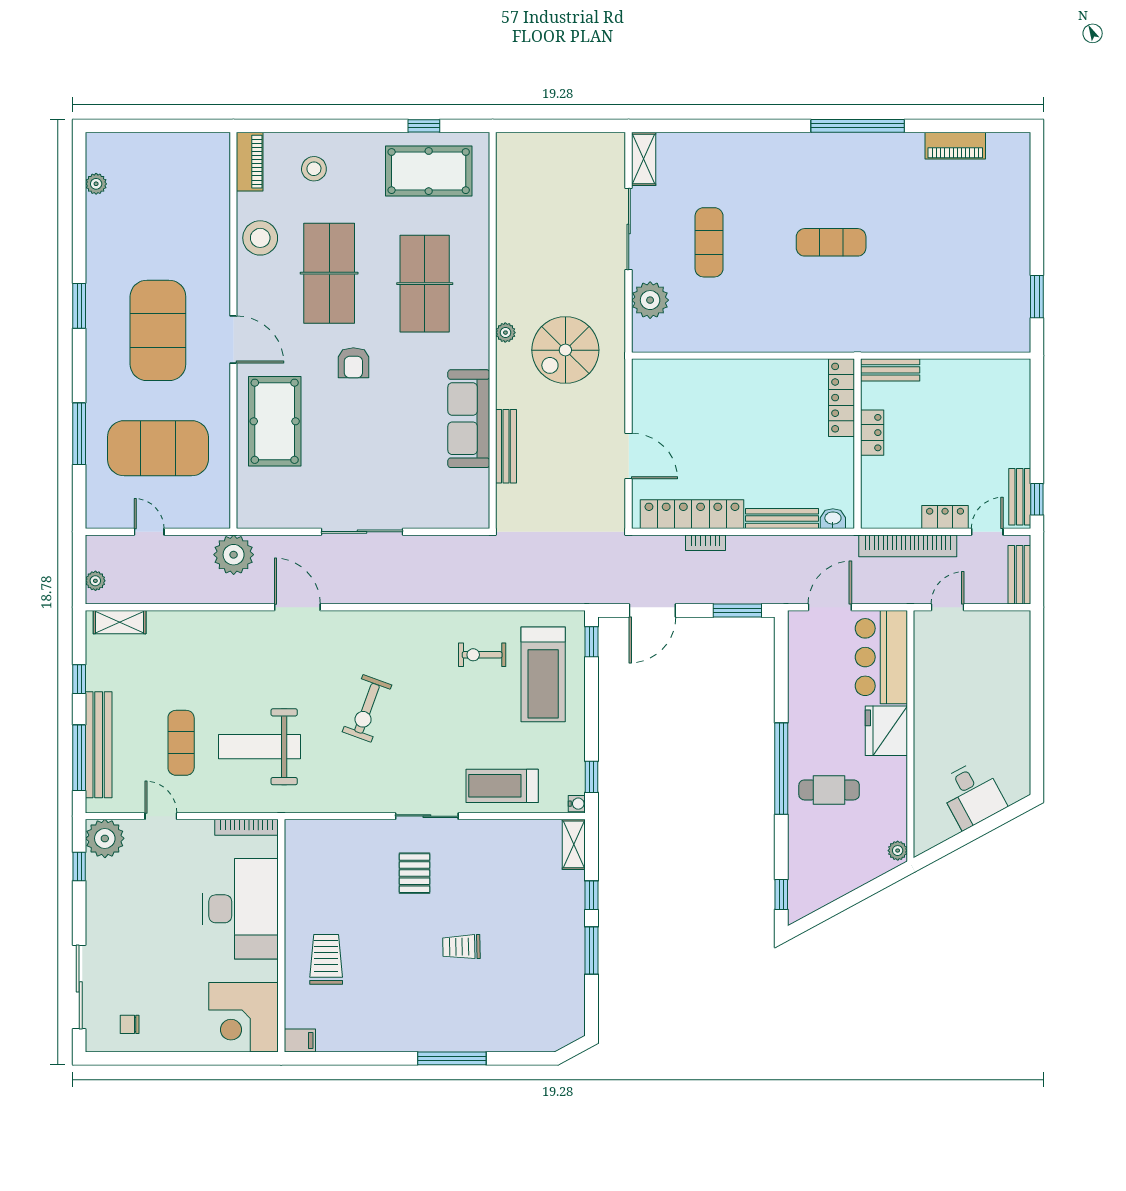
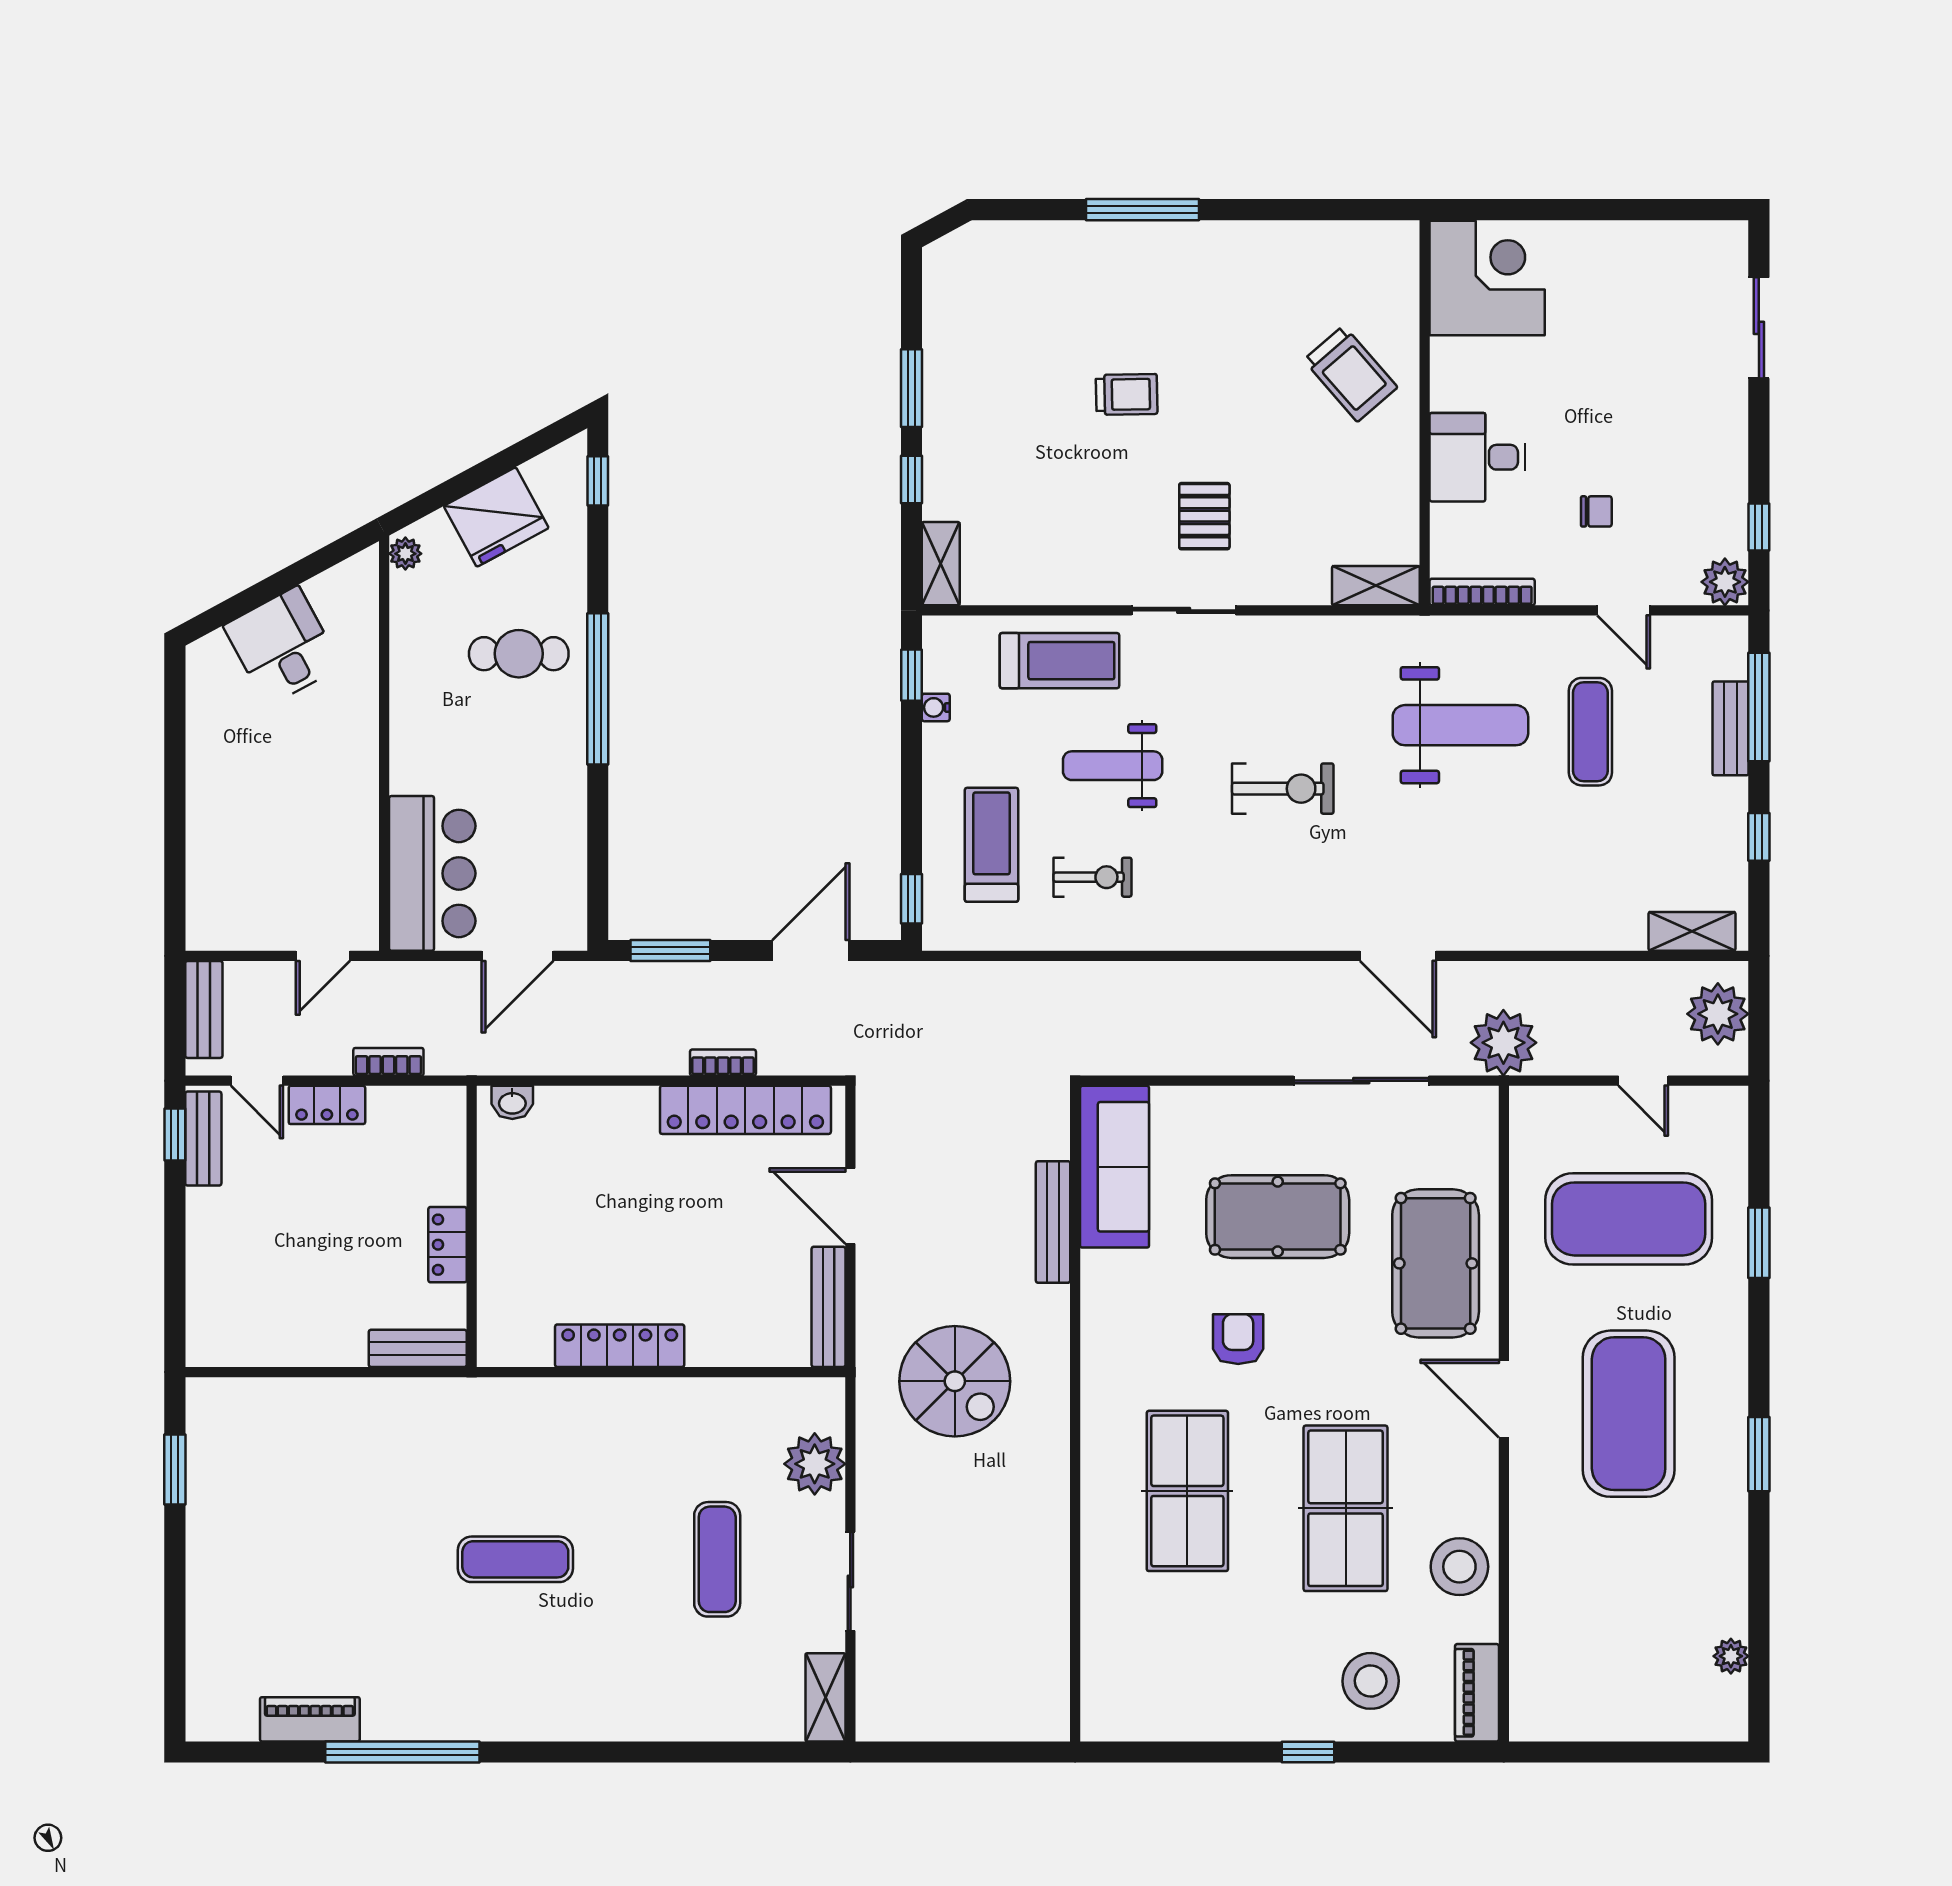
window: (424, 126) -> (1308, 1752), moved
window: (858, 126) -> (402, 1752), moved
stool: (314, 169) -> (1371, 1681), width x1.38, depth x1.38
pool table: (429, 171) -> (1278, 1217), moved
sliding door: (629, 229) -> (850, 1581), width x0.73
plant: (505, 333) -> (1054, 1410), removed
spiral stairs: (565, 350) -> (955, 1381), turned 90
armchair: (353, 363) -> (1238, 1339), moved
locker: (842, 398) -> (620, 1346), moved, turned -90
sofa: (469, 419) -> (1115, 1167), moved
window: (79, 434) -> (1759, 1243), width x0.69
bench: (782, 519) -> (829, 1307), moved, turned 90
sliding door: (362, 532) -> (1361, 1081), moved
door: (987, 532) -> (257, 1081), hinge flipped
bookcase: (908, 546) -> (388, 1062), width x0.43, depth x0.76
plant: (95, 581) -> (1718, 1014), width x1.88, depth x1.88
treadmill: (543, 674) -> (991, 845), width x0.73, depth x0.73
exercise bike: (367, 708) -> (1283, 789), turned 70
weight bench: (470, 722) -> (1113, 766), added
fridge: (886, 731) -> (496, 517), moved, turned 62
bench: (99, 745) -> (1730, 728), width x0.54, depth x0.82
water cooler: (577, 804) -> (936, 707), moved
shelving: (311, 831) -> (1376, 586), added
plant: (105, 838) -> (1725, 582), width x0.73, depth x0.73
desk: (241, 909) -> (1478, 457), width x0.53, depth x0.77
trolley: (326, 959) -> (1351, 374), turned -41
sliding door: (79, 987) -> (1759, 328), width x0.73
chair: (130, 1024) -> (1596, 511), moved
filing cabinet: (300, 1040) -> (1394, 239), removed

